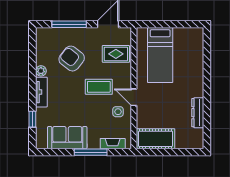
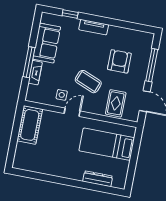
armchair: (72, 59) -> (119, 61), turned -38
plant: (41, 71) -> (113, 31), removed
coffee table: (99, 87) -> (88, 82), turned -68
dresser: (198, 113) -> (98, 179), moved
fireplace: (113, 144) -> (35, 73), moved

